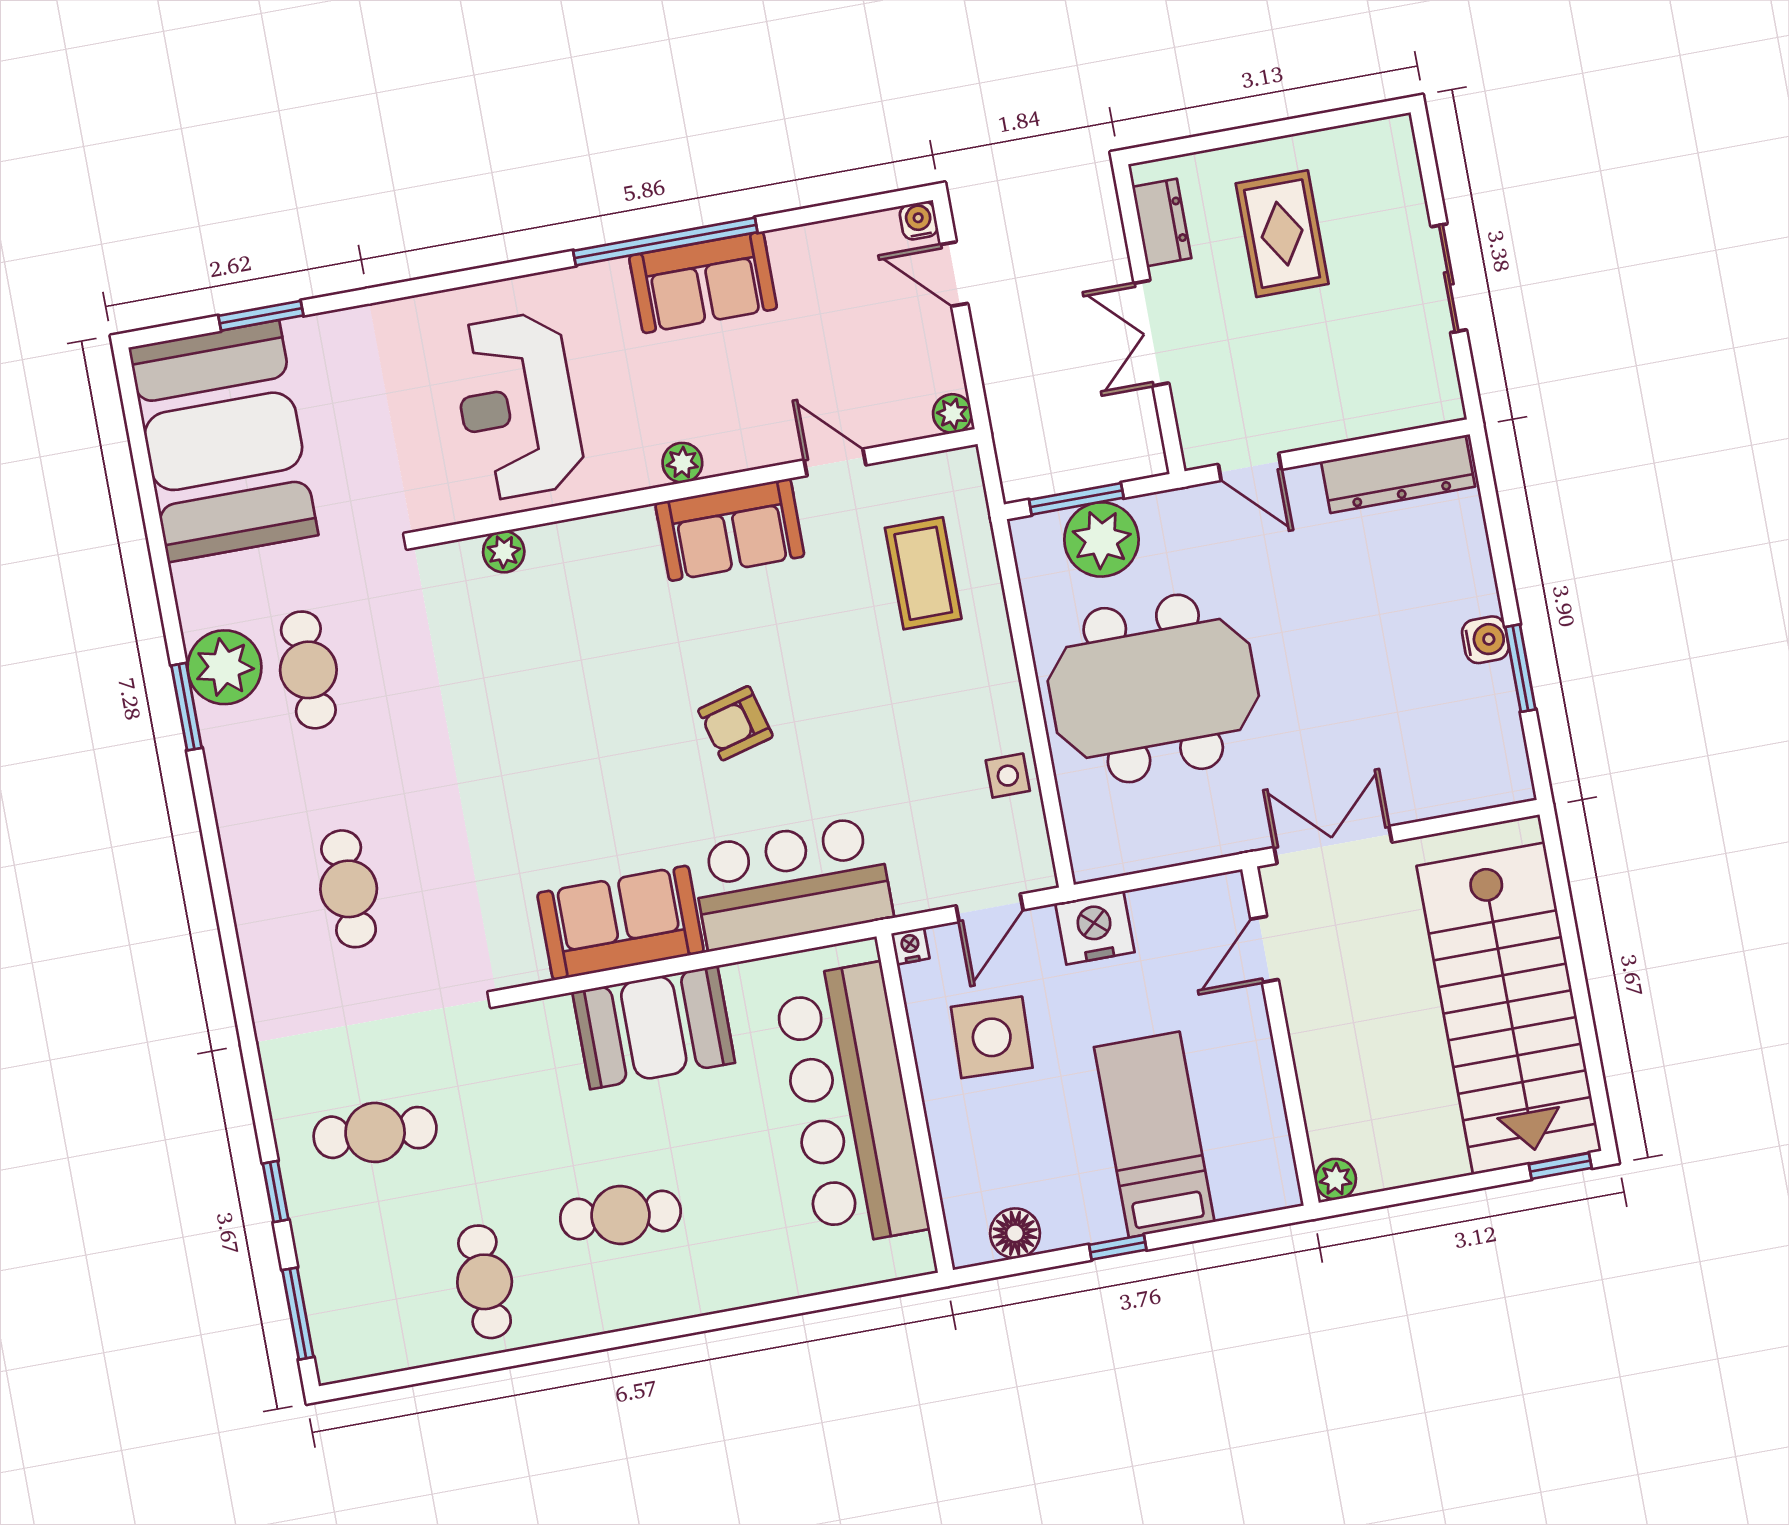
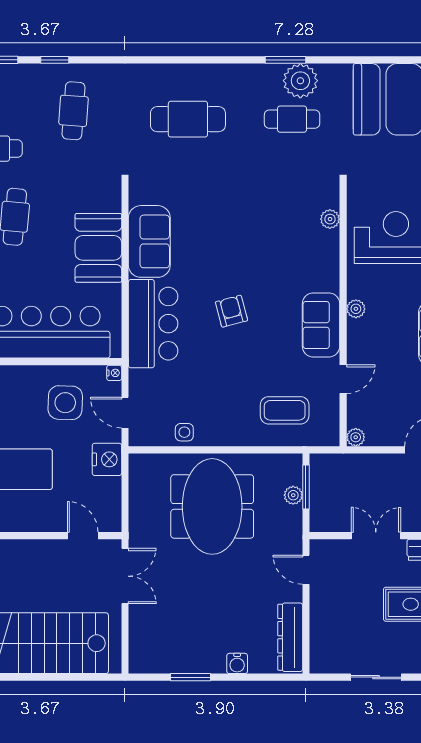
door: (1250, 467) -> (306, 570), hinge flipped
plant: (1101, 539) -> (293, 495), width x0.53, depth x0.53
water cooler: (1485, 640) -> (237, 663), moved
cafe table: (349, 889) -> (188, 119), width x1.37, depth x1.35

